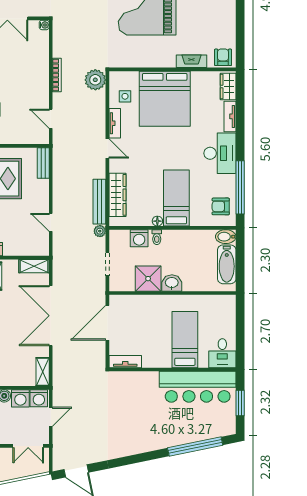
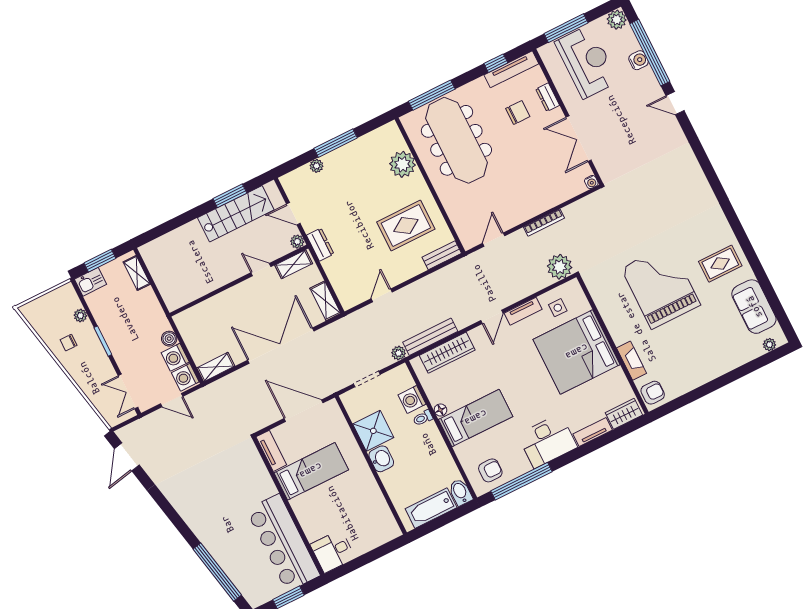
armchair: (221, 206) -> (490, 470), turned 90
bed: (185, 340) -> (311, 471), moved

